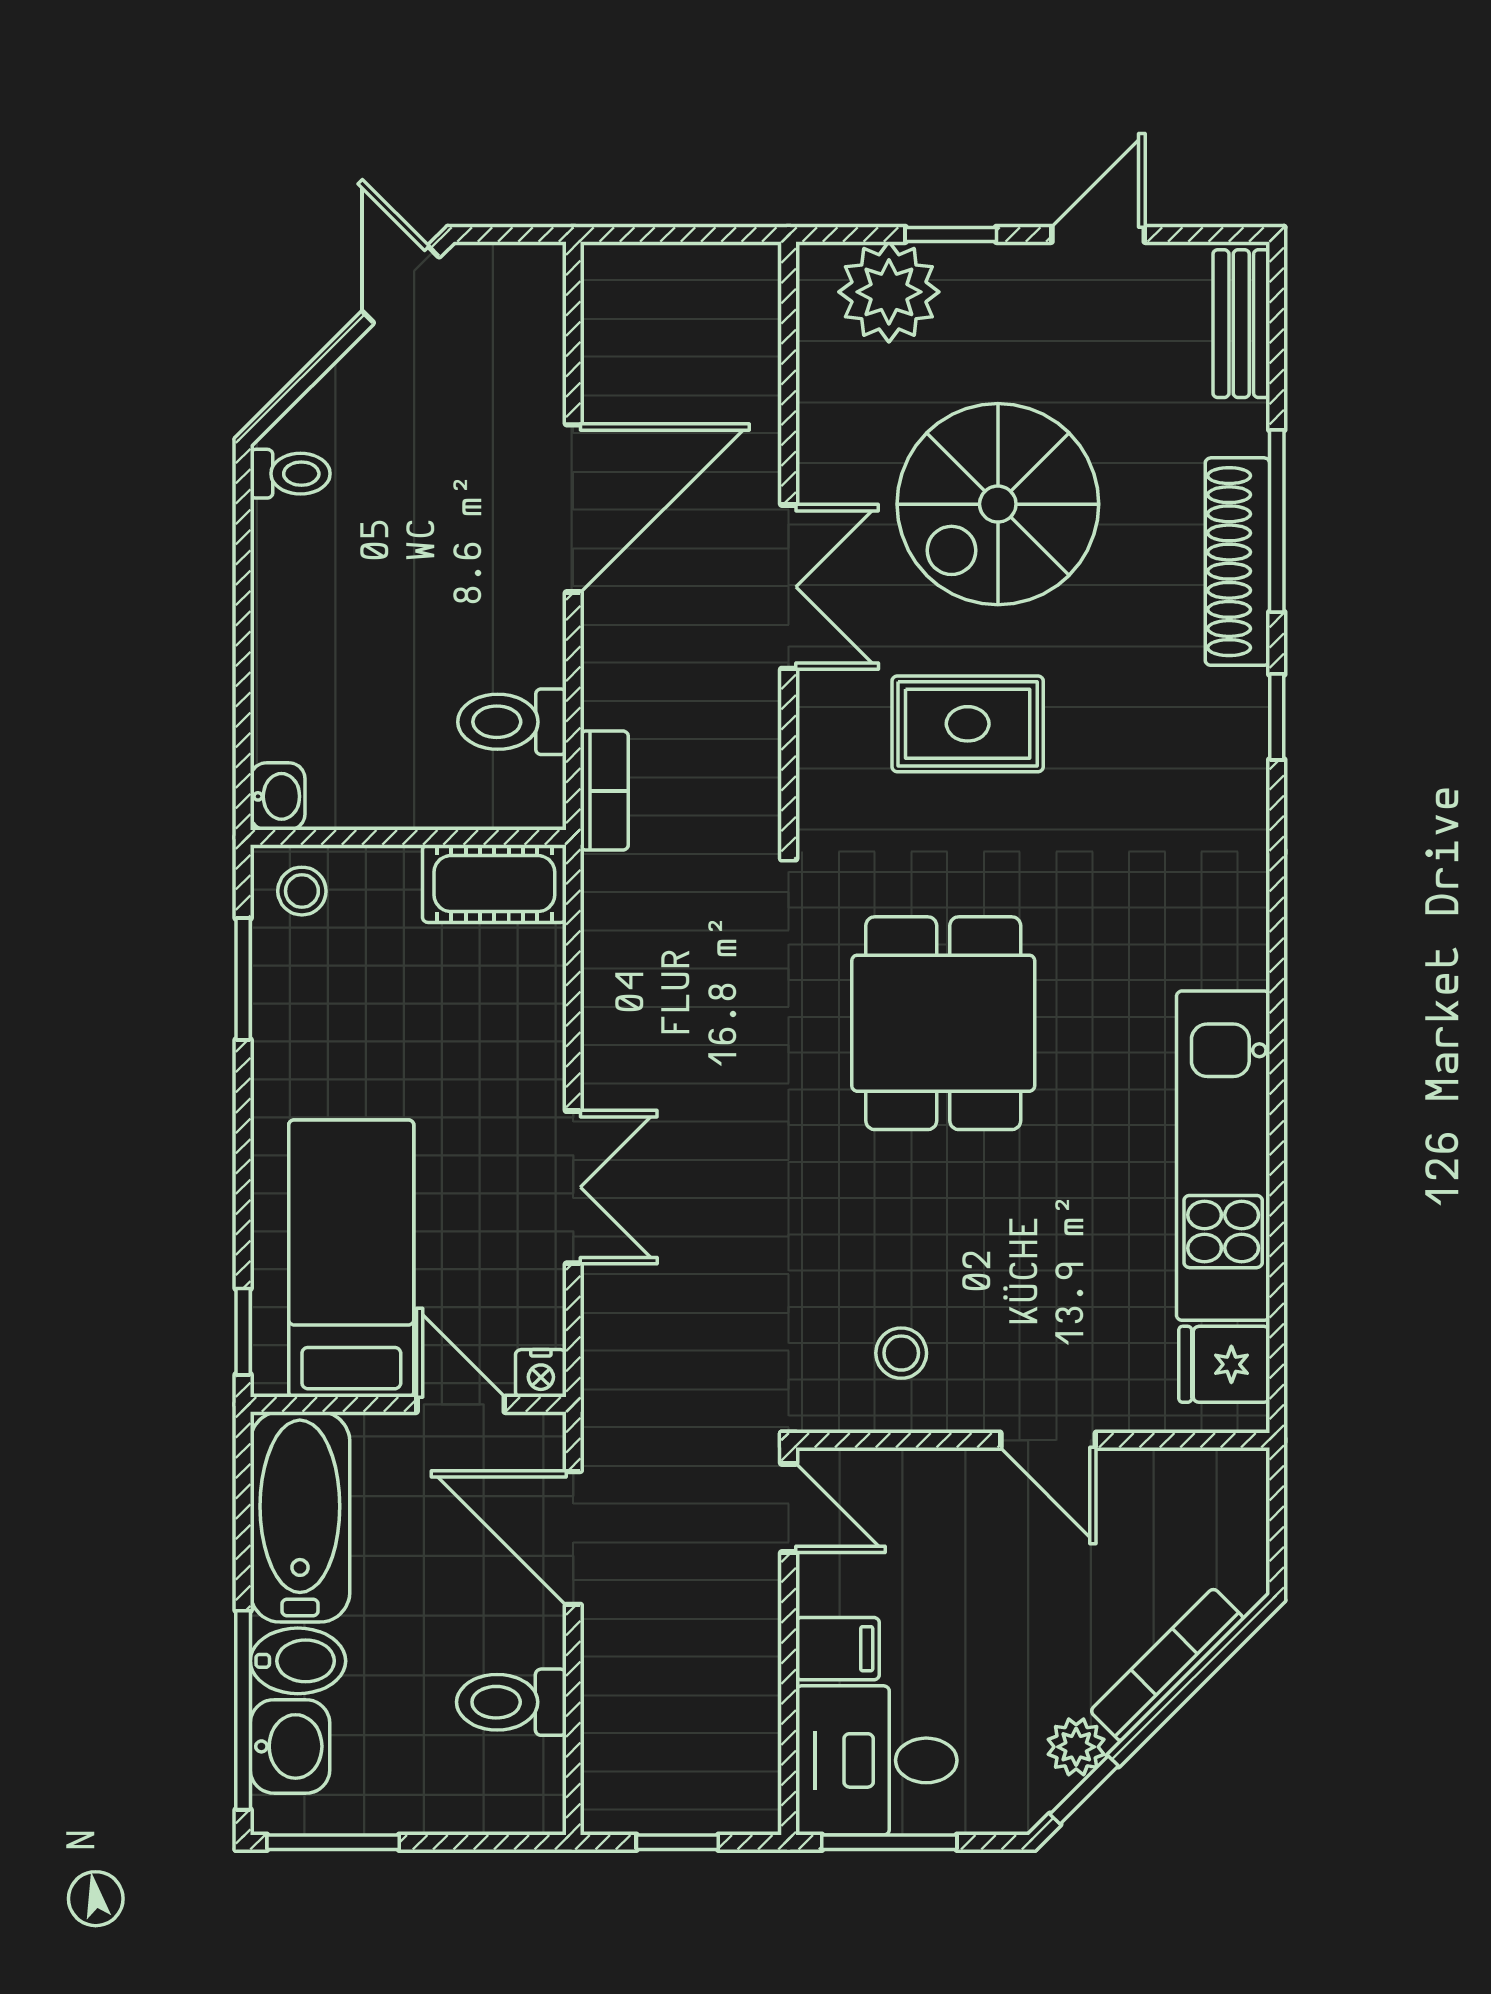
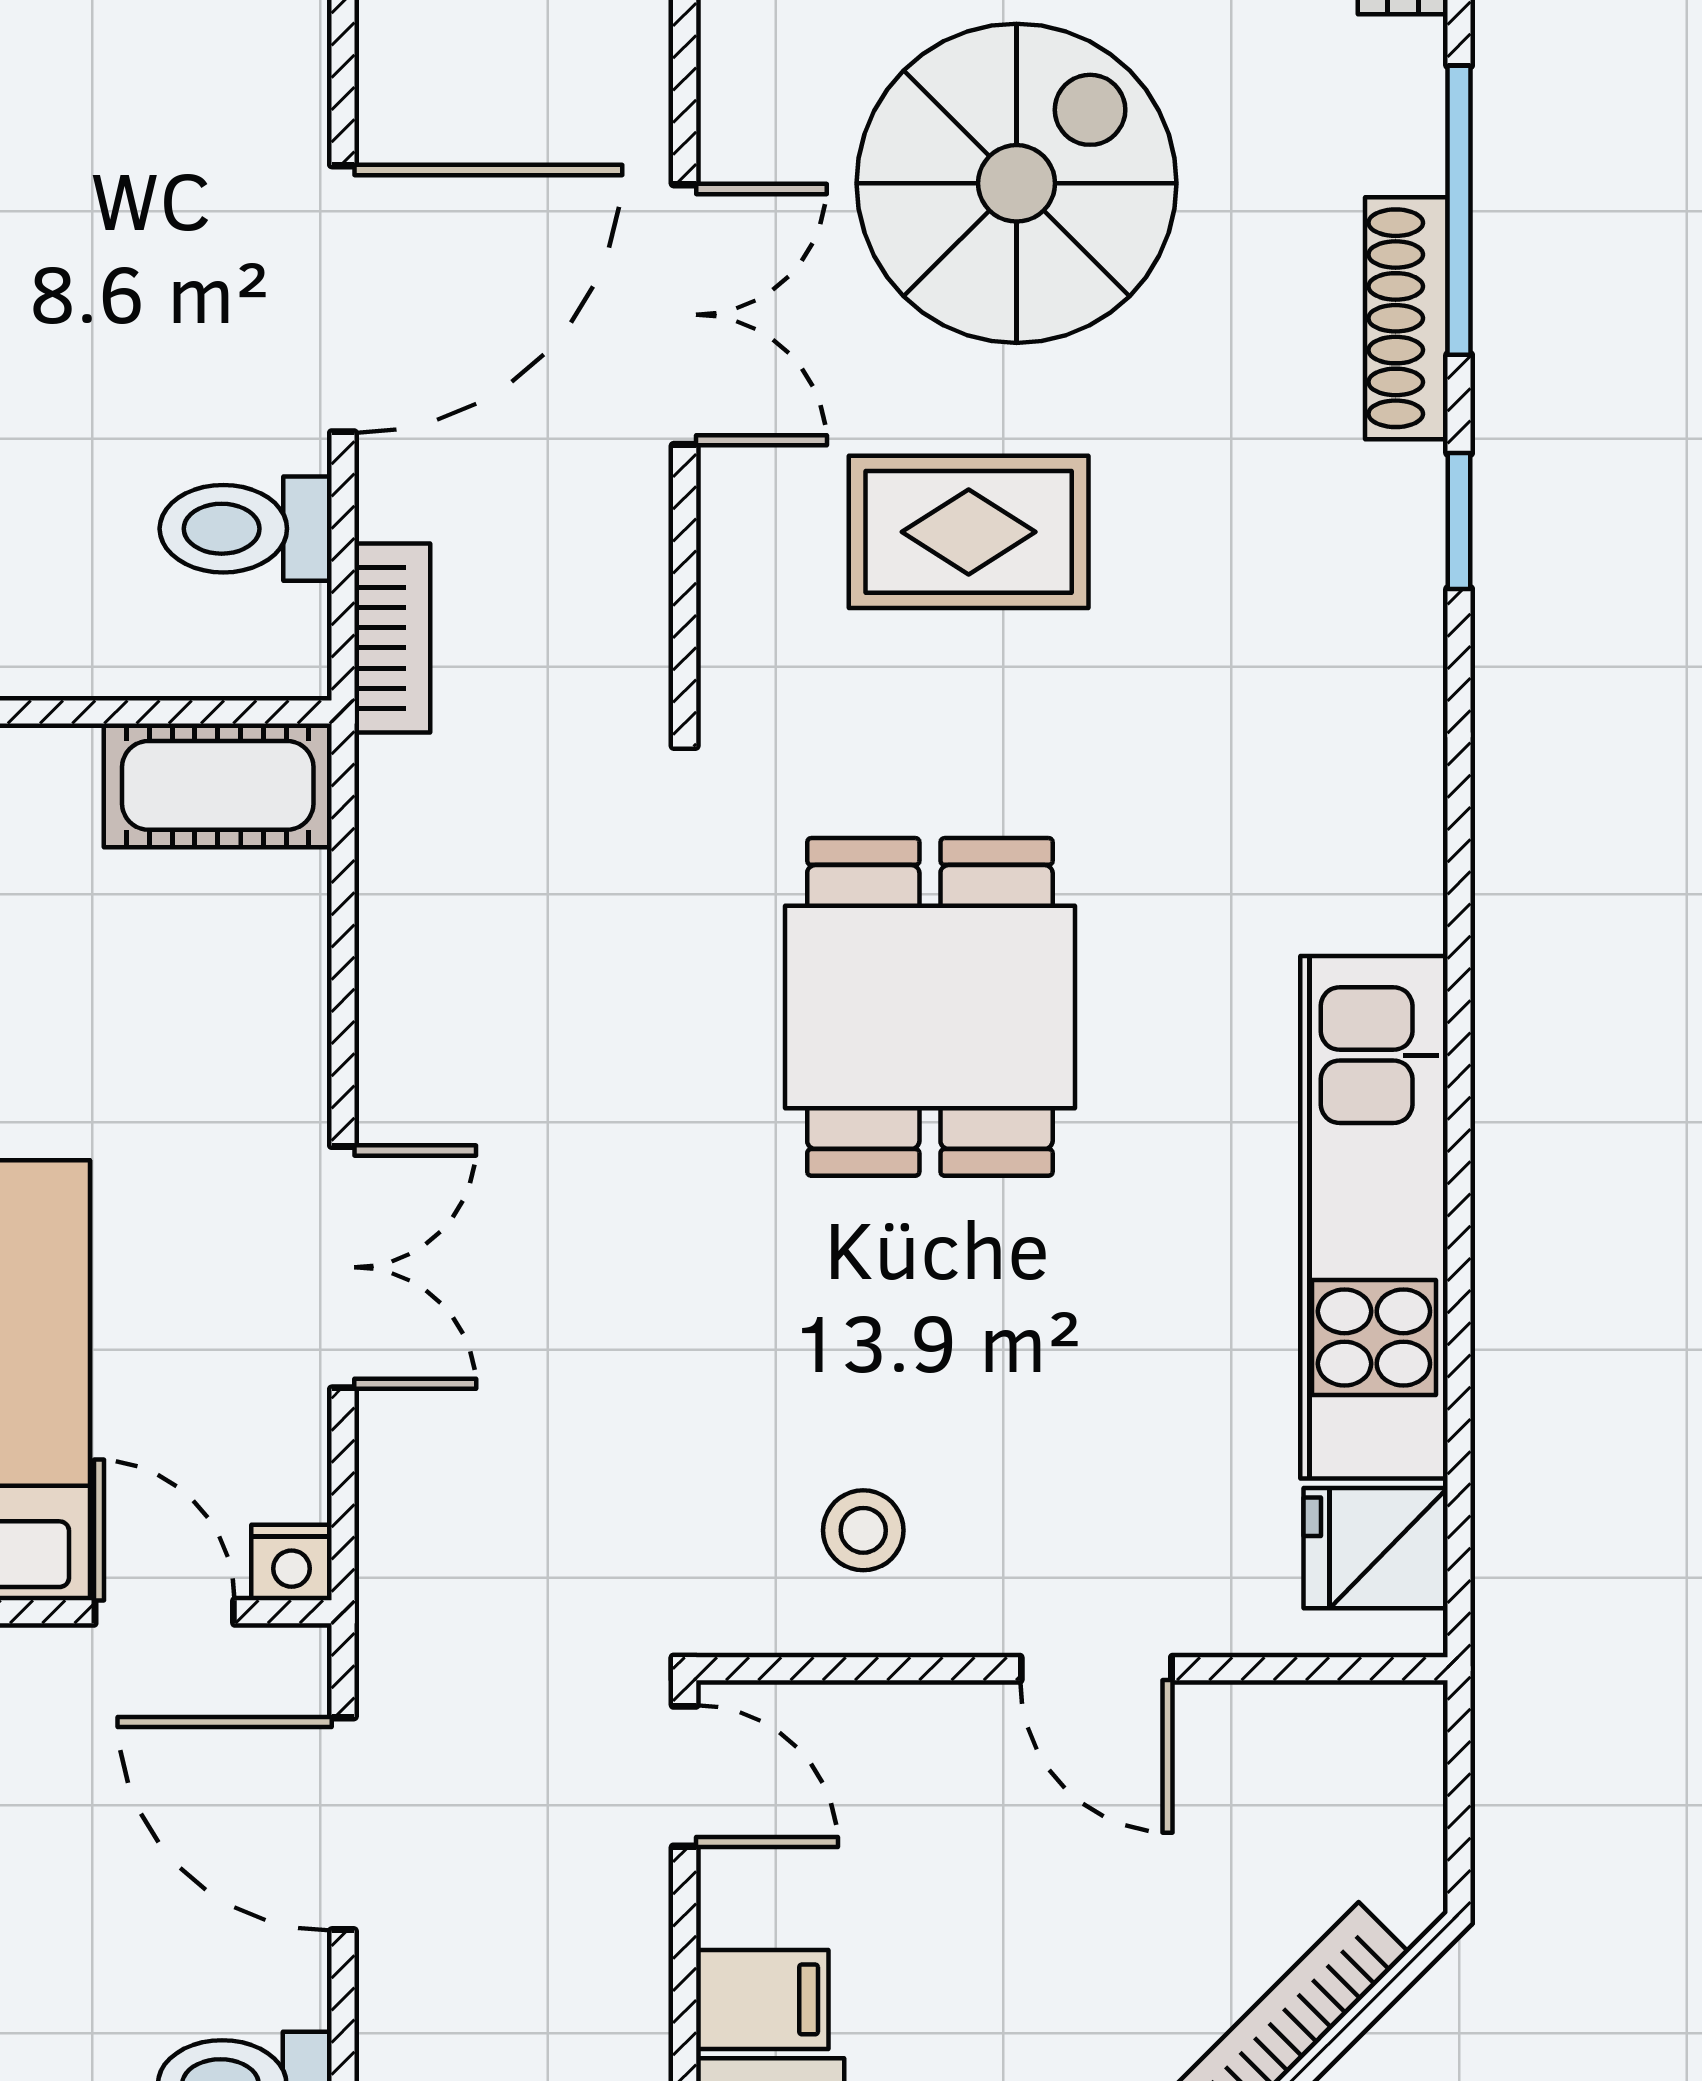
spiral stairs: (998, 504) -> (1017, 183), turned 180
door: (573, 508) -> (343, 299), moved
shoe rack: (1237, 562) -> (1406, 318), width x0.74, depth x0.81

